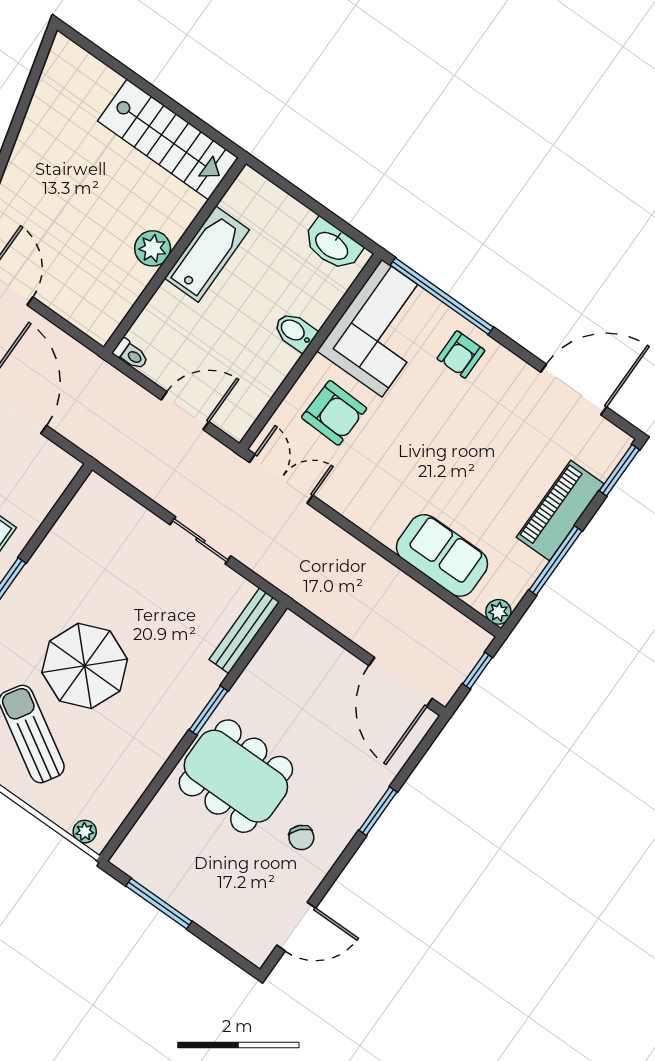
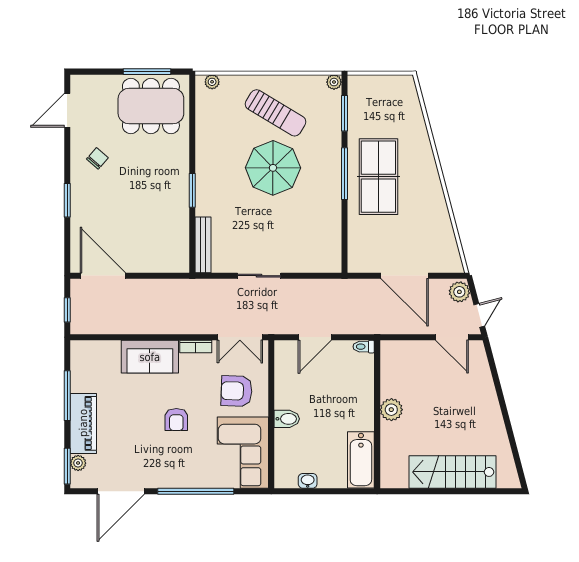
stairs: (168, 139) -> (453, 472), moved
washbasin: (332, 245) -> (308, 481), width x0.52, depth x0.69
bathtub: (207, 254) -> (361, 460), moved
window: (442, 296) -> (196, 491), moved
armchair: (461, 355) -> (176, 420), moved, turned 180
bookcase: (346, 507) -> (196, 346), added
sofa: (442, 555) -> (150, 357), moved
plant: (498, 612) -> (78, 463), moved
dining table: (236, 776) -> (151, 106), moved
chair: (301, 837) -> (97, 158), turned 87

